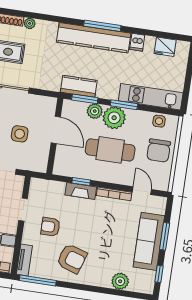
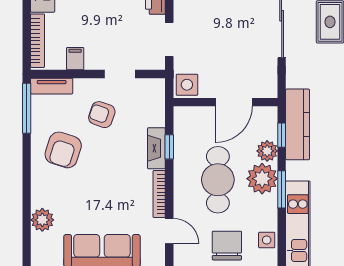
kitchen counter: (79, 86) -> (298, 124), width x1.50
window: (85, 99) -> (282, 135), width x0.67
side table: (20, 134) -> (187, 85), moved
chair: (159, 151) -> (227, 246), turned 90
door: (142, 191) -> (169, 231), hinge flipped
armchair: (50, 227) -> (102, 115), turned -71

